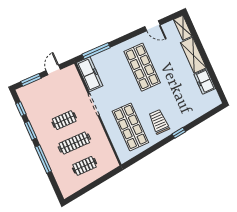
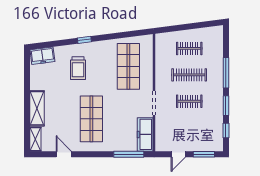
freezer: (205, 82) -> (42, 56), moved, turned 83
trolley: (159, 122) -> (78, 68), moved

